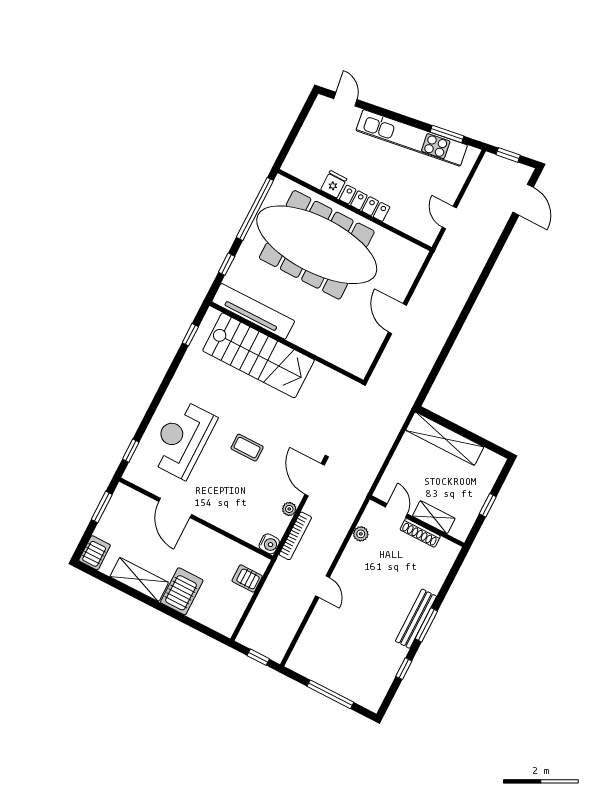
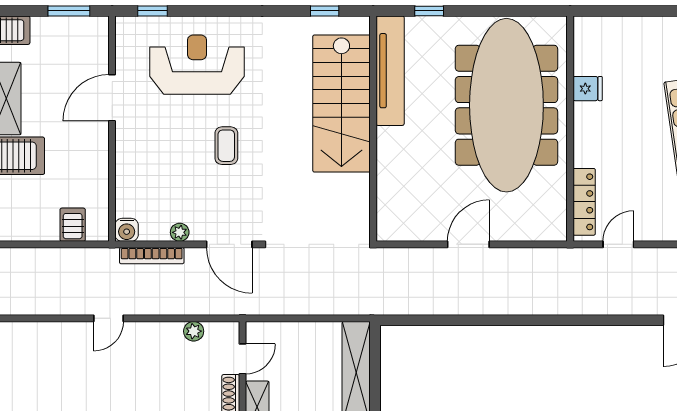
locker: (365, 203) -> (584, 202), moved
window: (255, 209) -> (511, 11), removed
door: (315, 480) -> (229, 244), swing flipped

